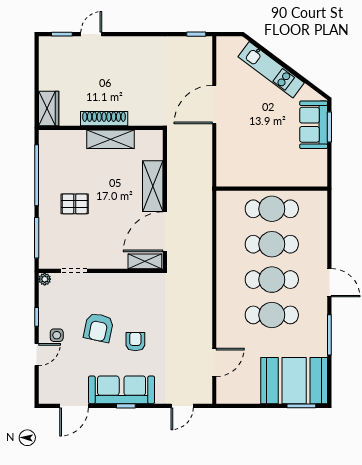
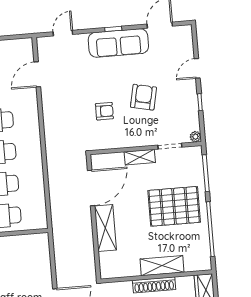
shelving: (111, 139) -> (162, 266), moved
pallet: (75, 204) -> (174, 206), width x2.05, depth x2.00
shelving: (145, 261) -> (140, 157), moved
side table: (57, 335) -> (180, 87), removed
armchair: (135, 342) -> (104, 111), moved, turned -90

